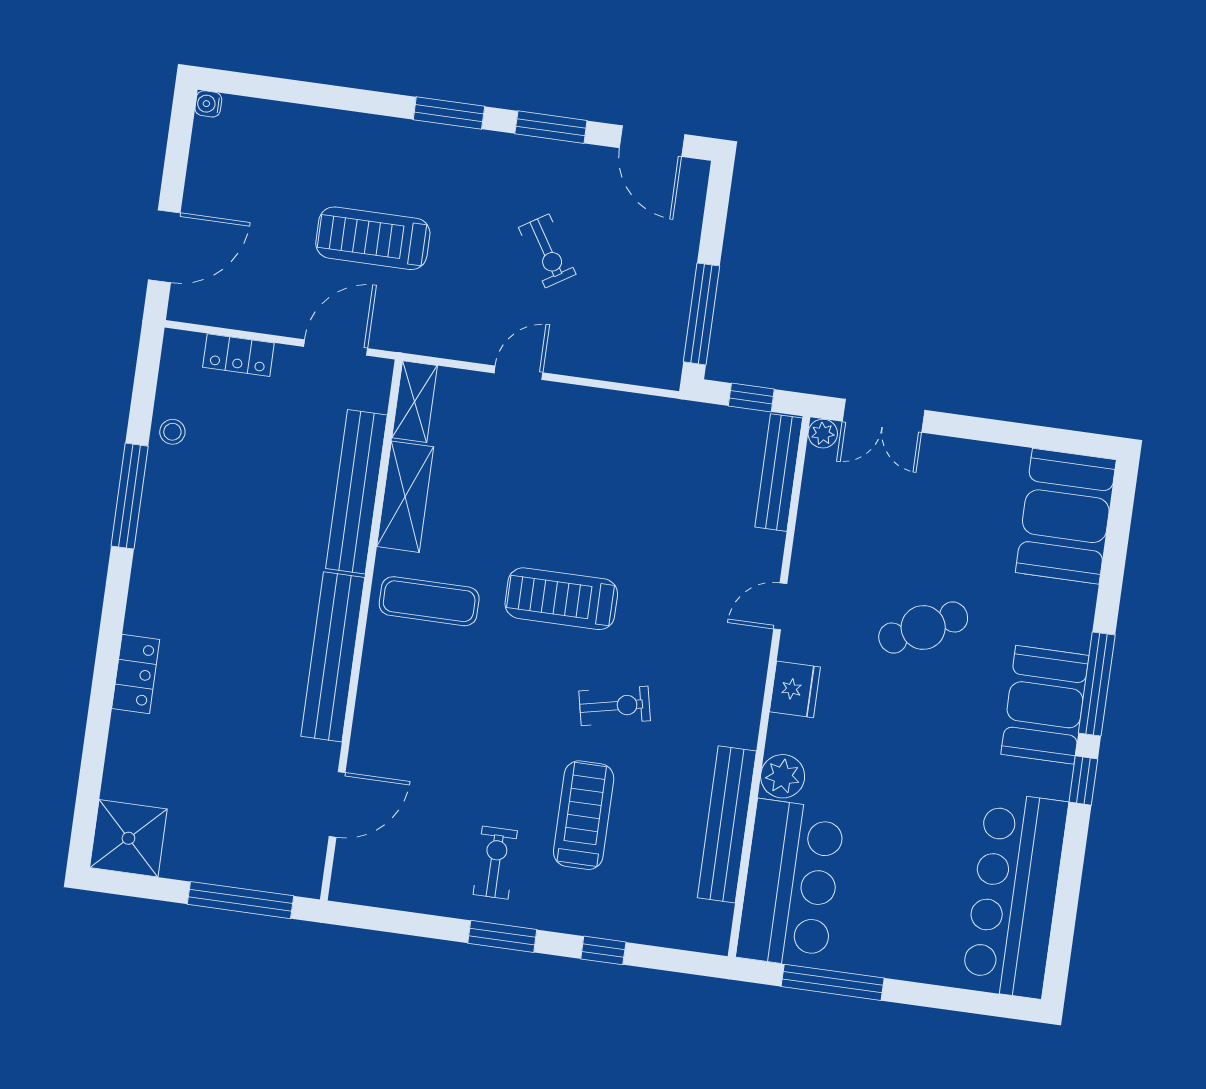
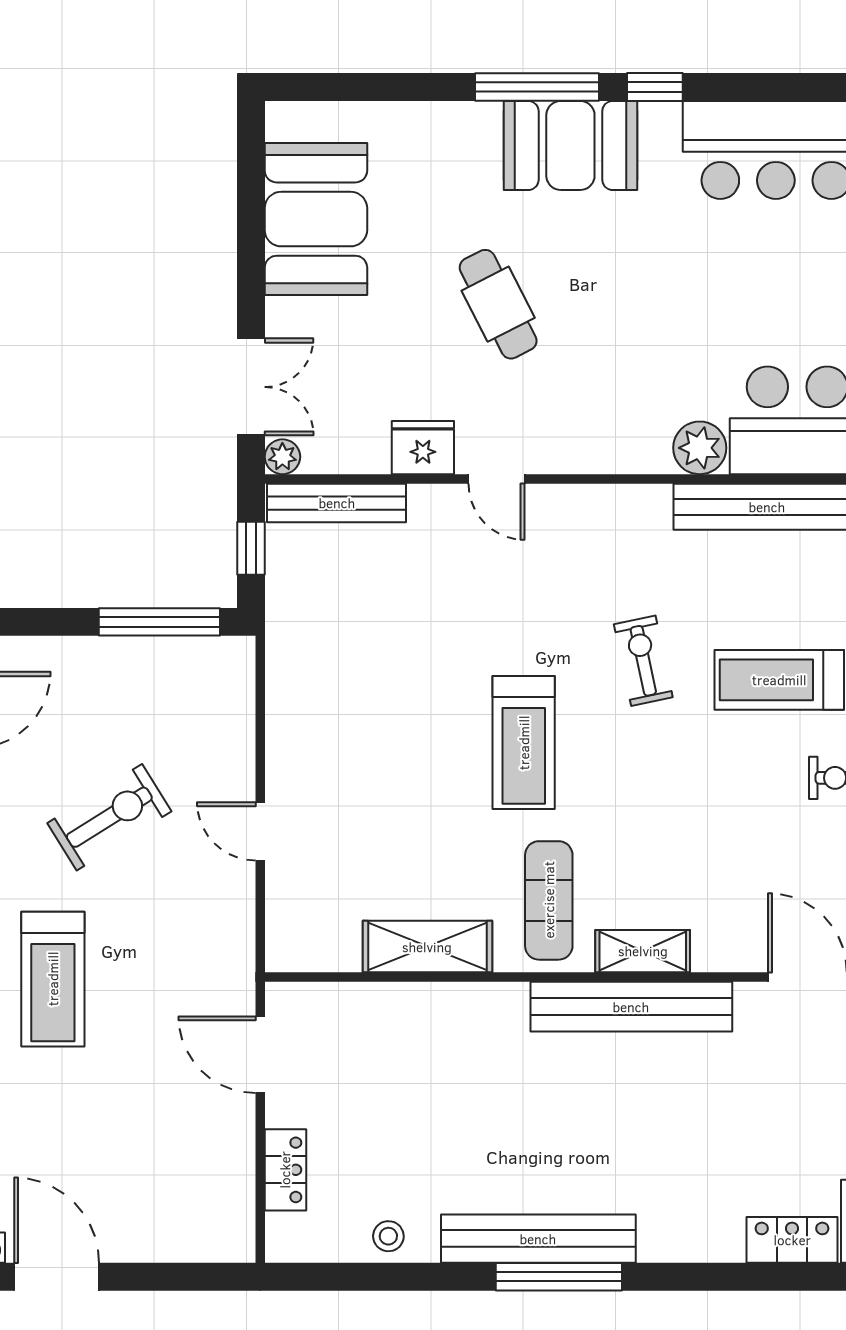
treadmill: (373, 238) -> (53, 979), moved
door: (164, 246) -> (57, 1277), moved
exercise bike: (547, 251) -> (109, 817), width x1.38, depth x1.39
shelving: (415, 402) -> (643, 951), moved
bench: (356, 492) -> (538, 1239), moved
window: (130, 496) -> (559, 1277), moved
booth: (1066, 516) -> (316, 219), moved, turned 90
locker: (136, 674) -> (792, 1240), moved
fridge: (795, 689) -> (423, 448), moved

